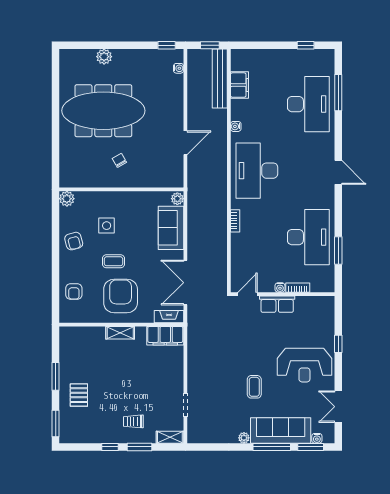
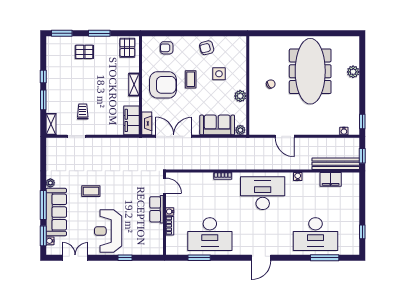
plant: (67, 199) -> (240, 96), moved
pallet: (74, 341) -> (127, 48), added
trolley: (133, 421) -> (83, 112), moved

